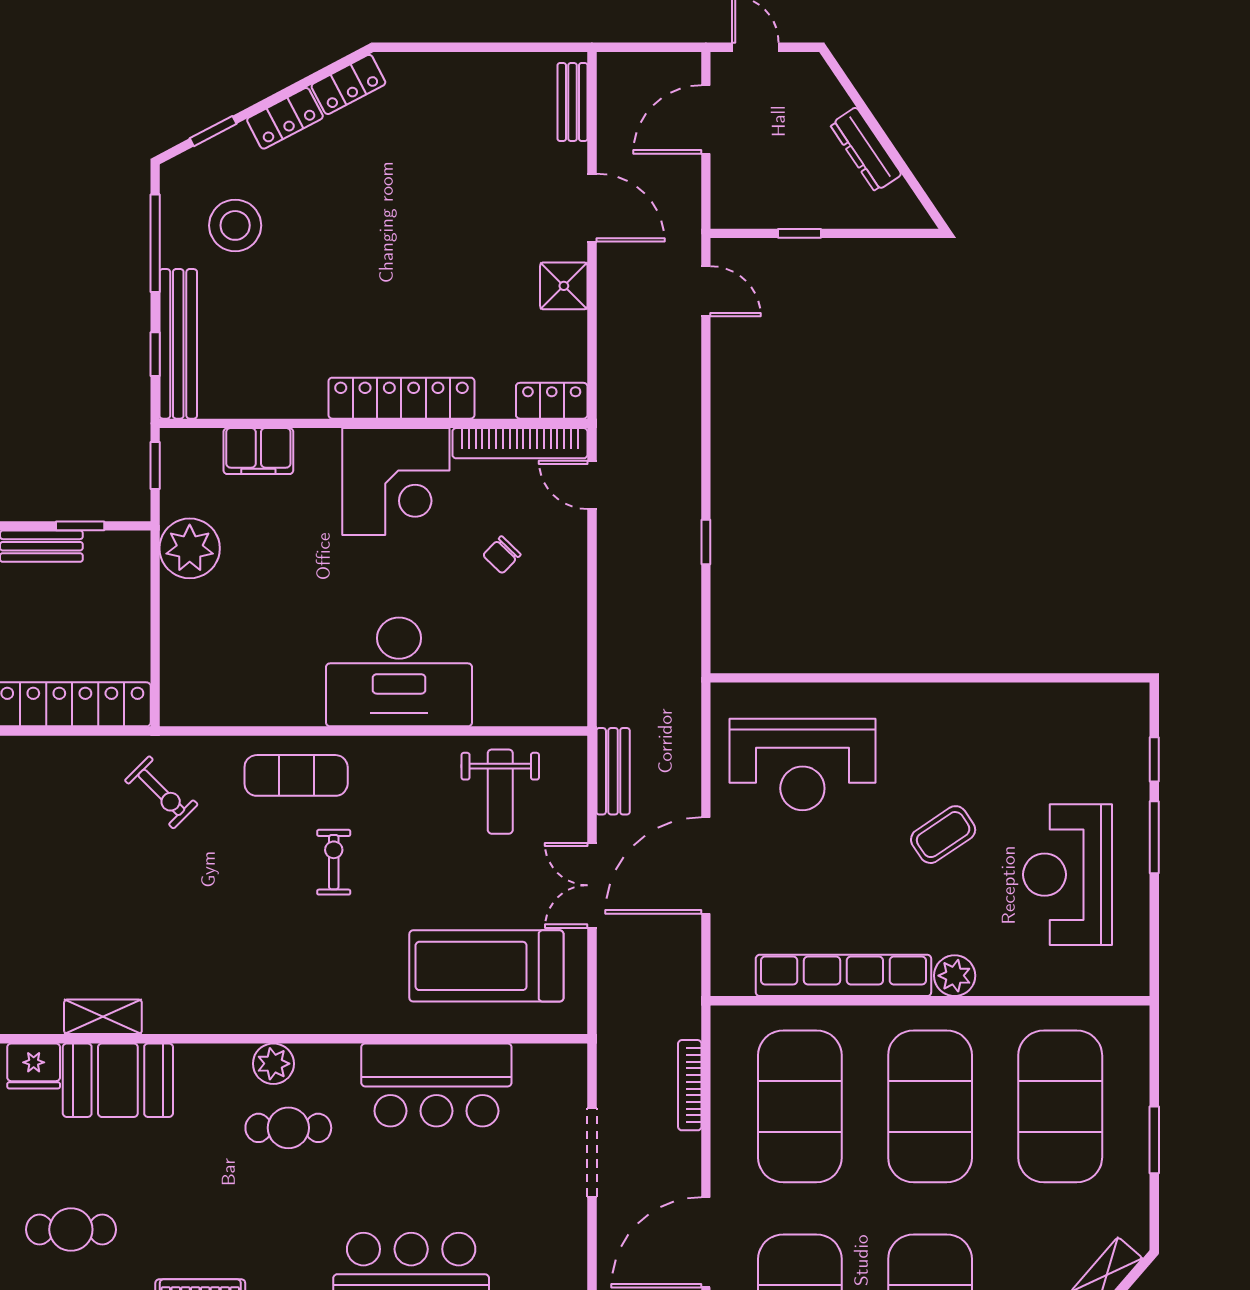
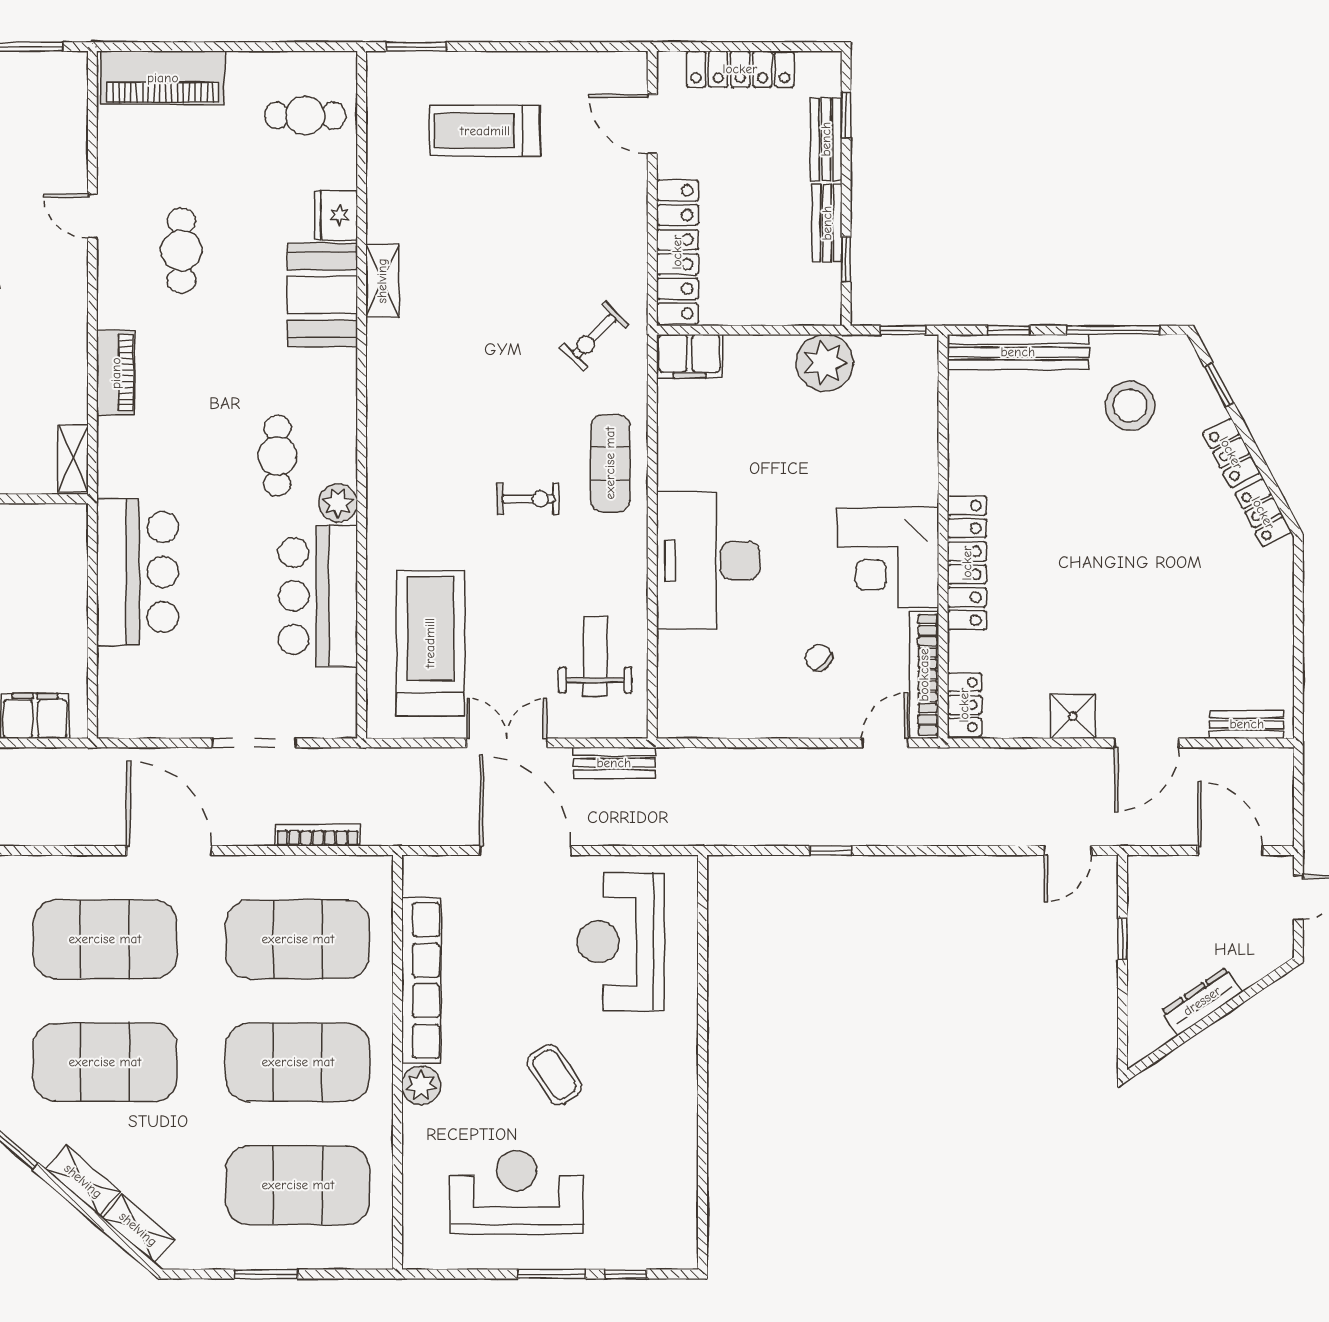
filing cabinet: (258, 451) -> (689, 356), moved, turned -90
weight bench: (500, 792) -> (595, 656), turned 90
plant: (273, 1064) -> (338, 503), moved

